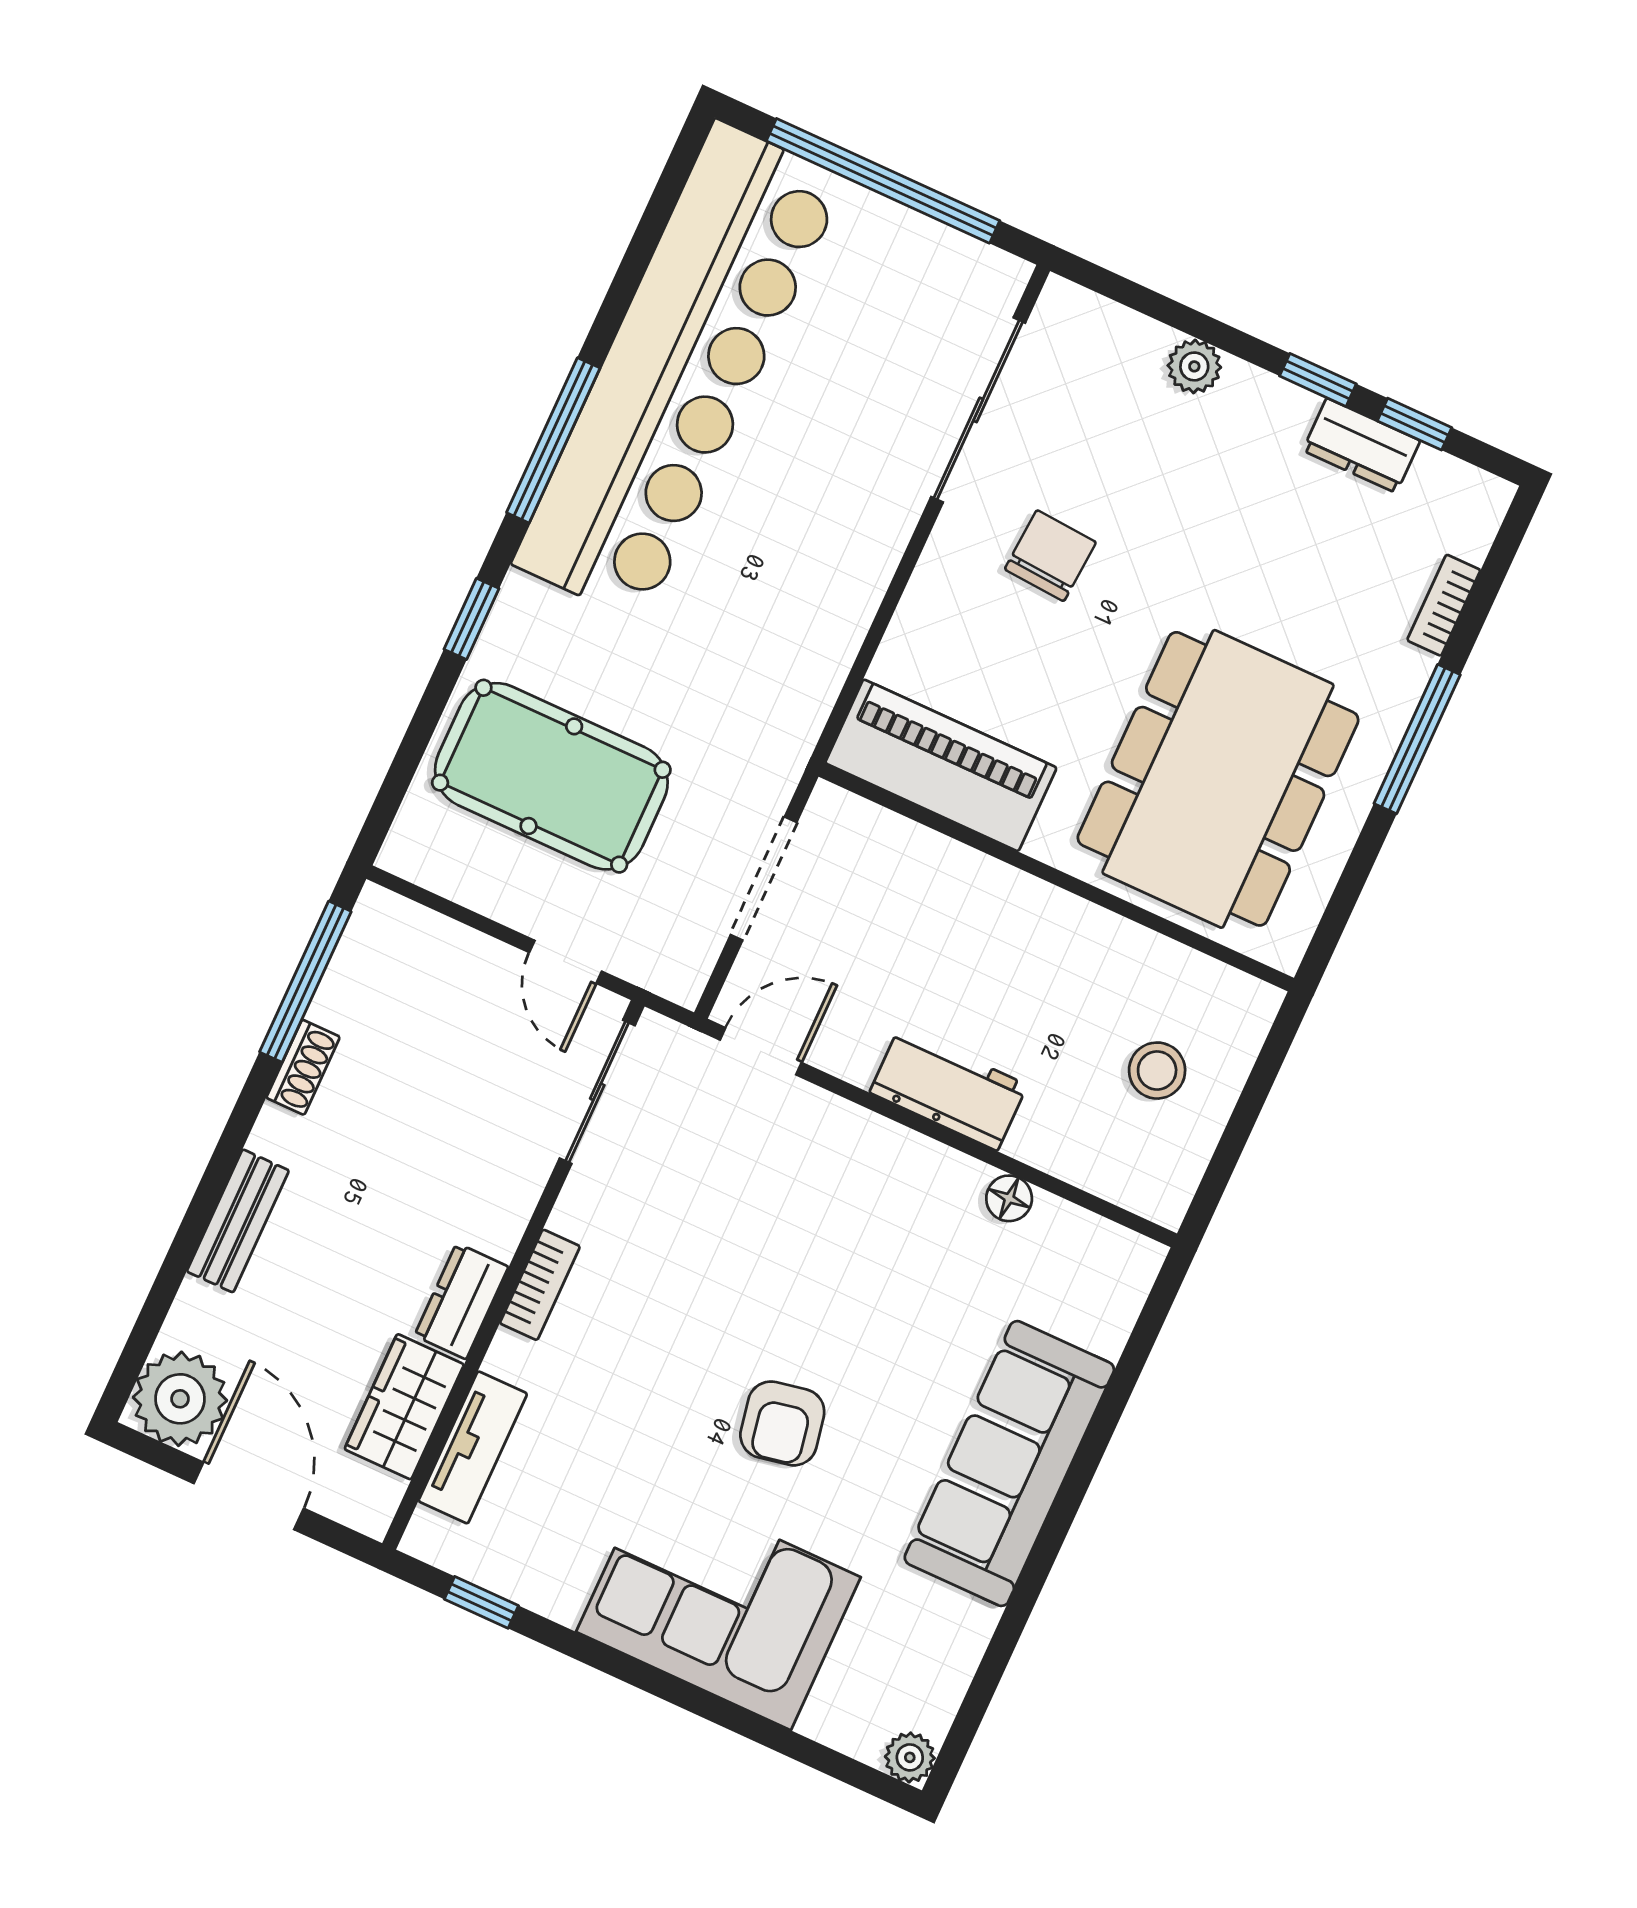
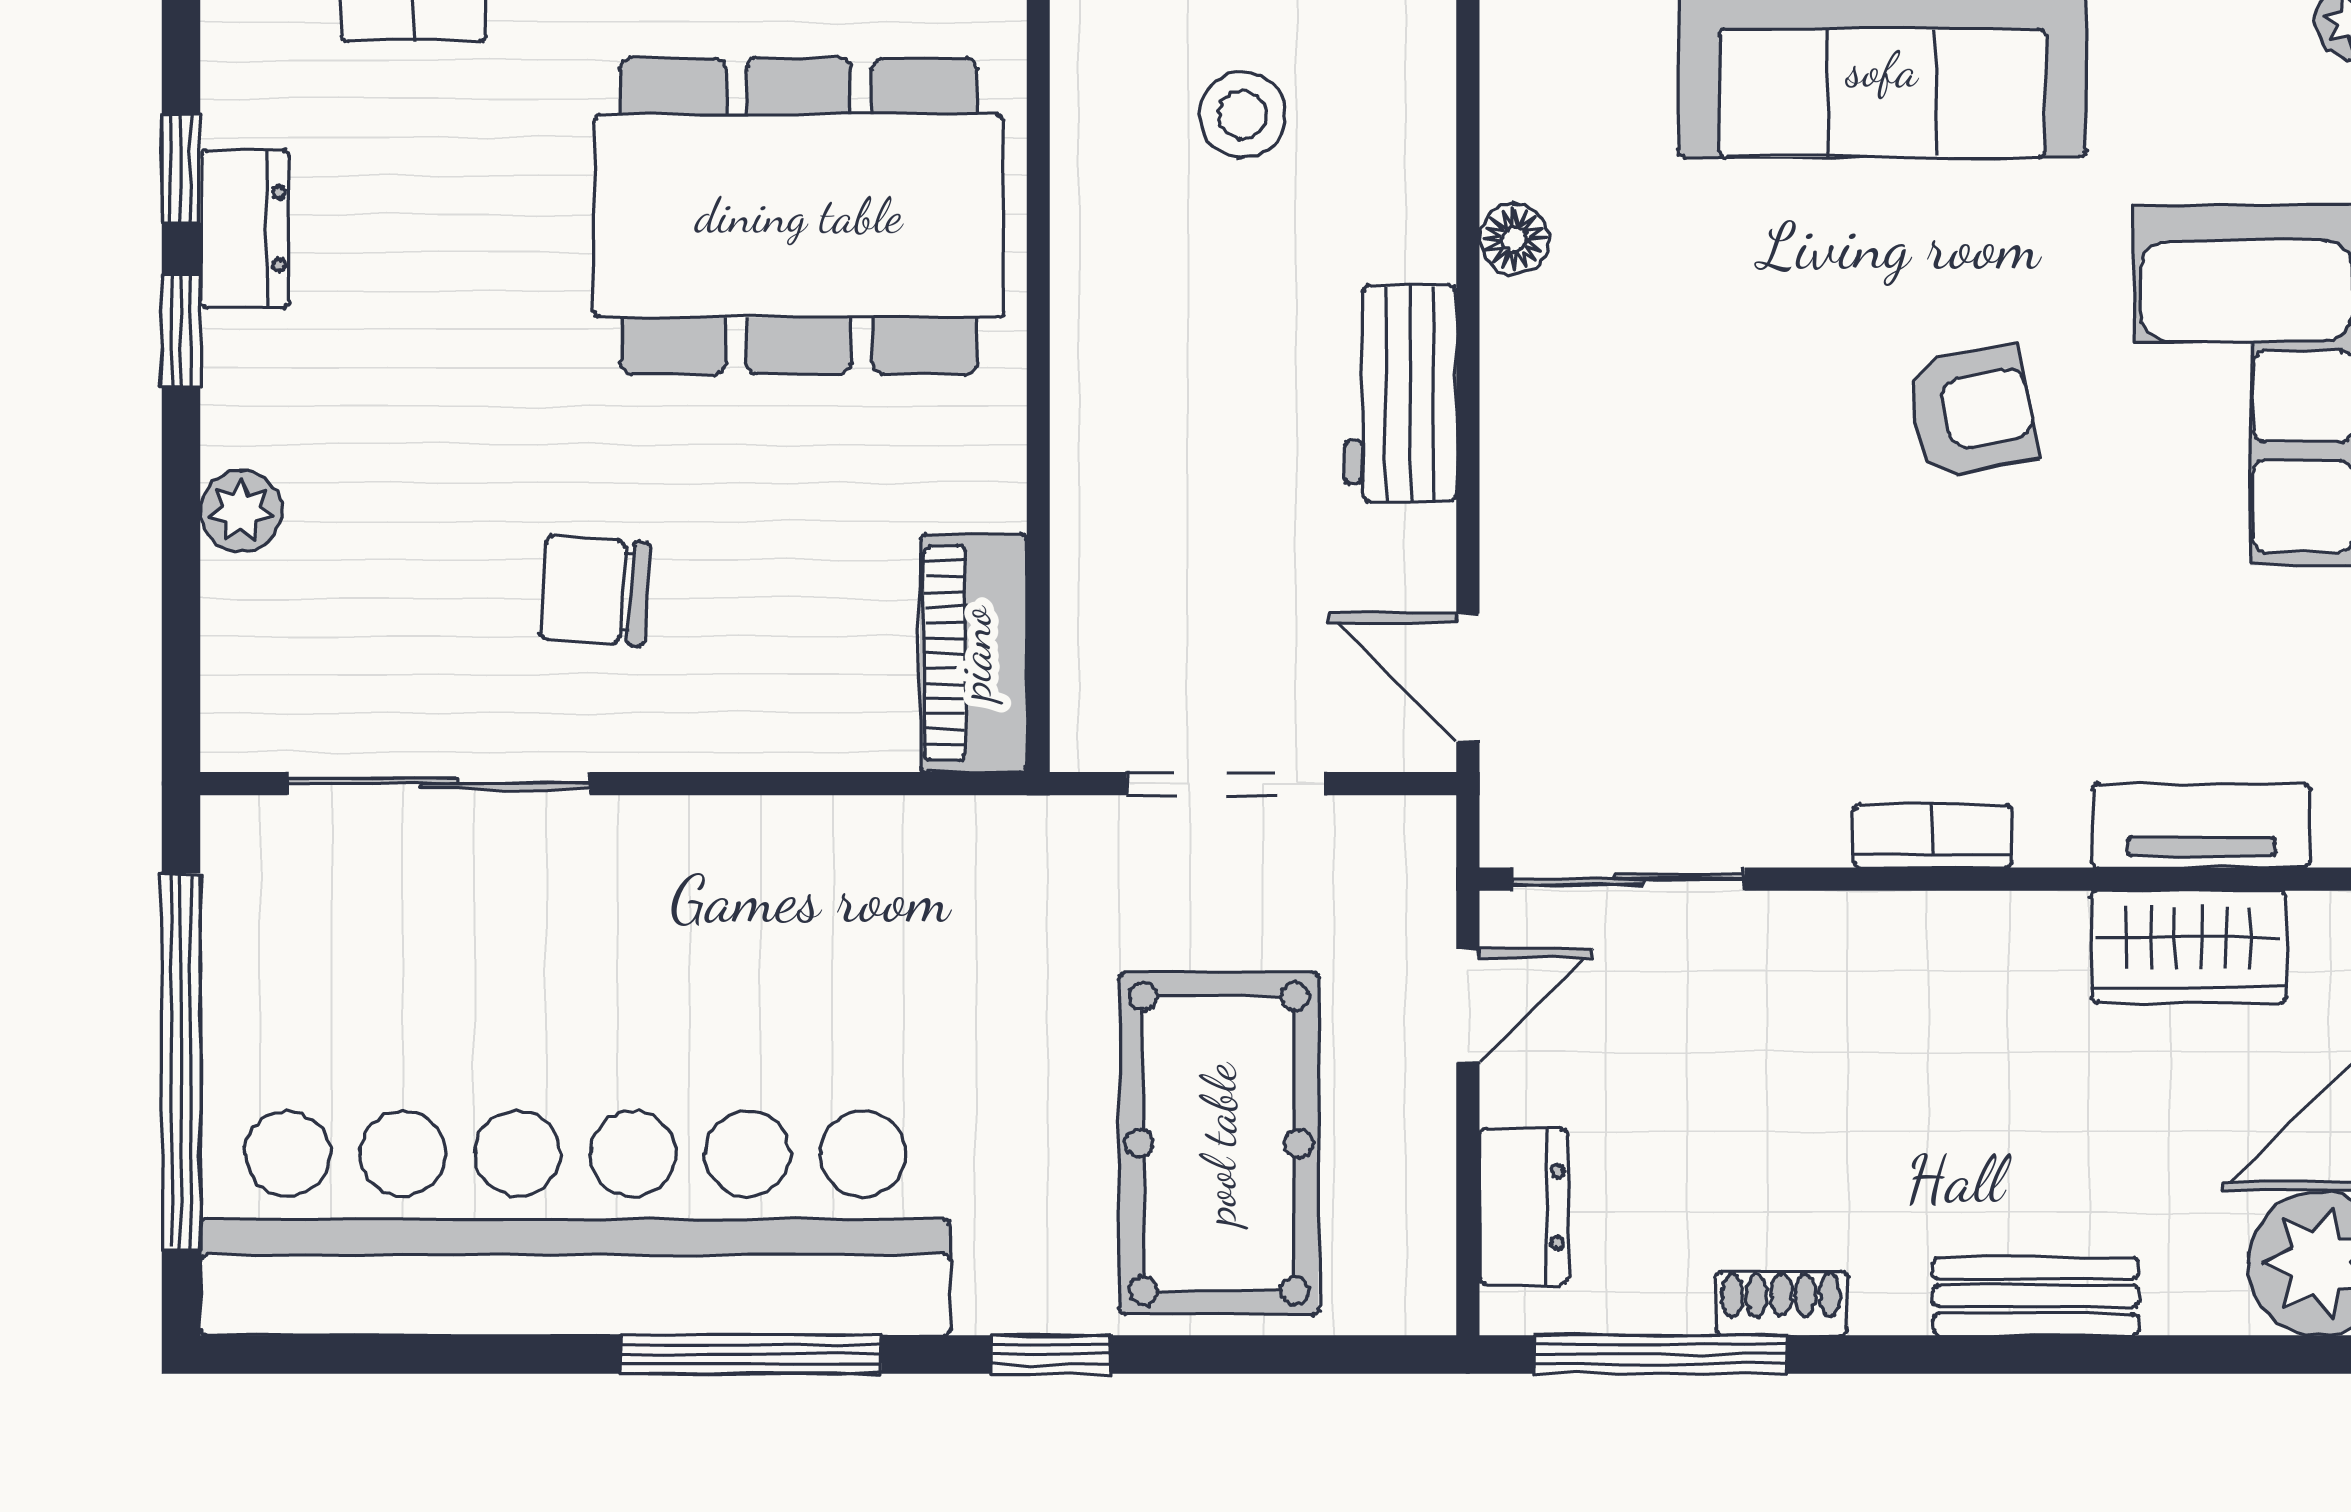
piano: (941, 765) -> (974, 653), width x0.73, depth x0.75
dresser: (461, 1301) -> (1523, 1207), moved, turned -90

